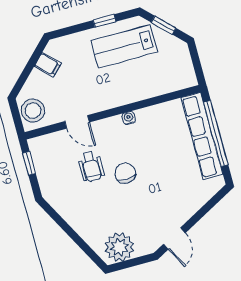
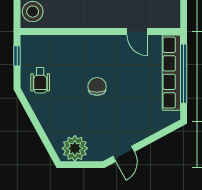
water cooler: (129, 118) -> (113, 40), removed
door: (77, 122) -> (137, 31), moved
wheelchair: (91, 166) -> (40, 80), moved

